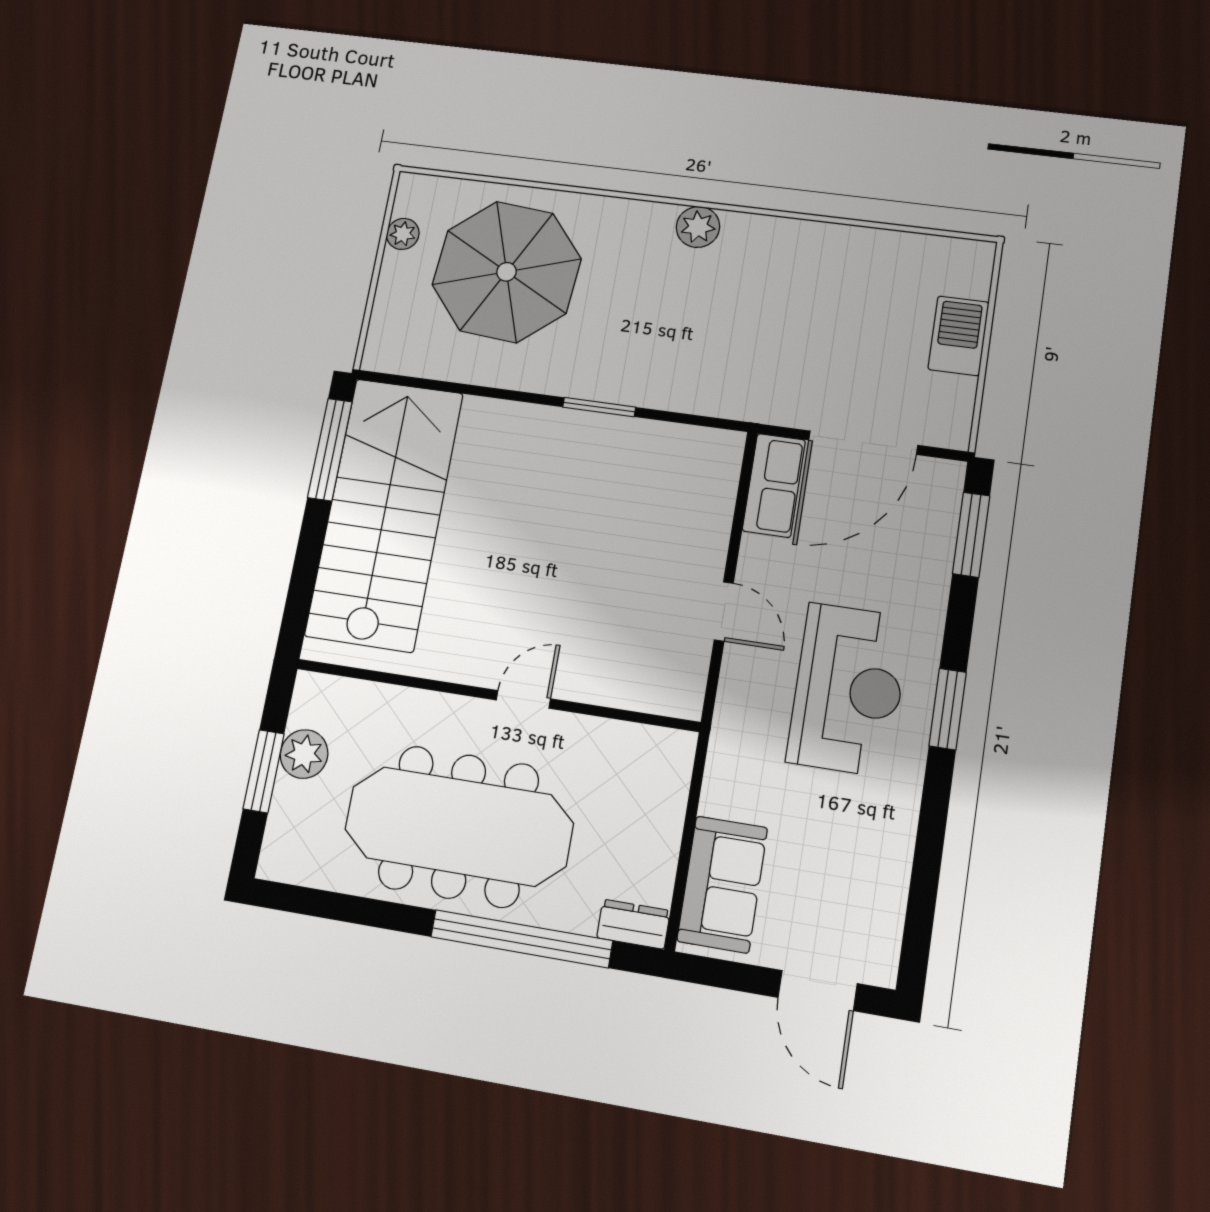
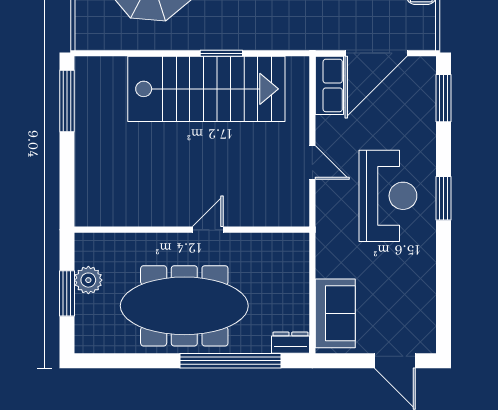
stairs: (384, 514) -> (206, 89), moved, turned 90

